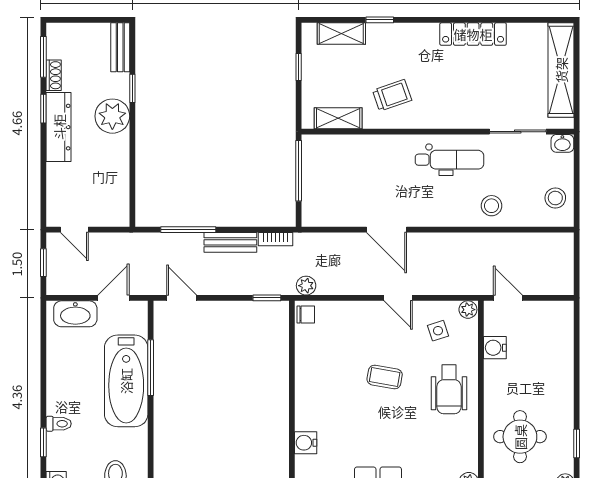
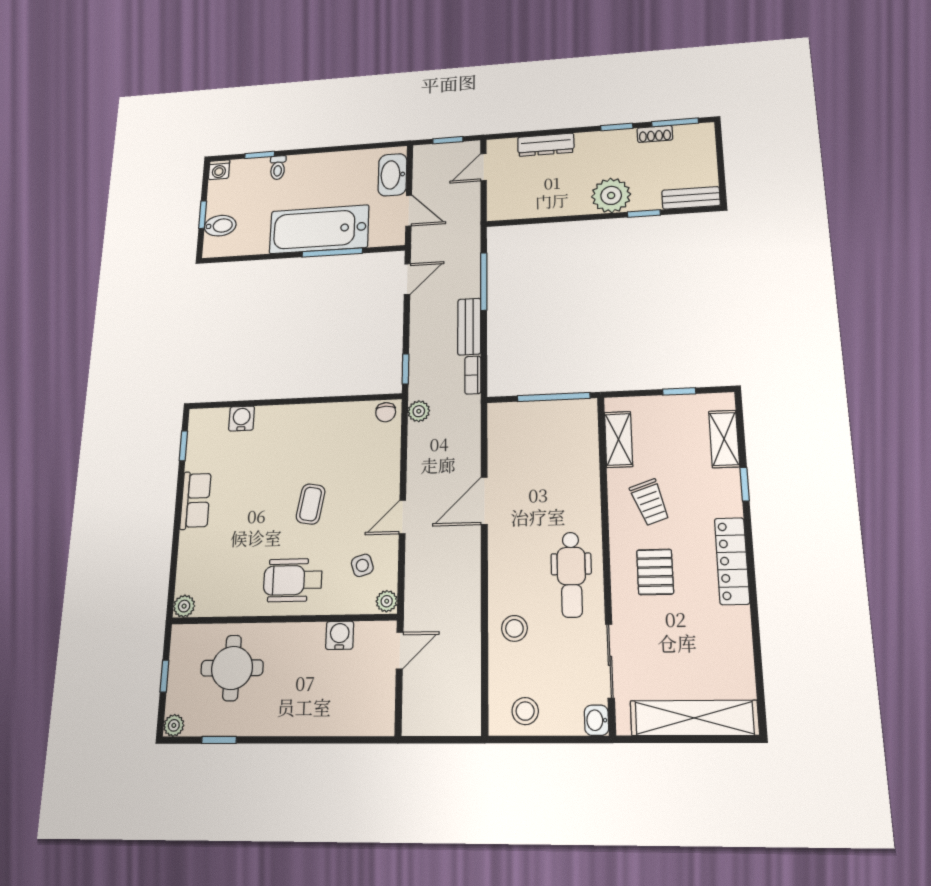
locker: (473, 34) -> (732, 561), moved
pallet: (449, 94) -> (655, 572), added
dresser: (59, 127) -> (546, 145), moved, width x0.73, depth x0.80

